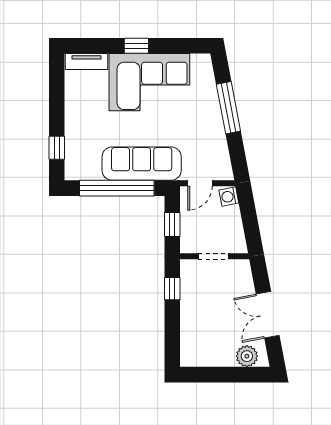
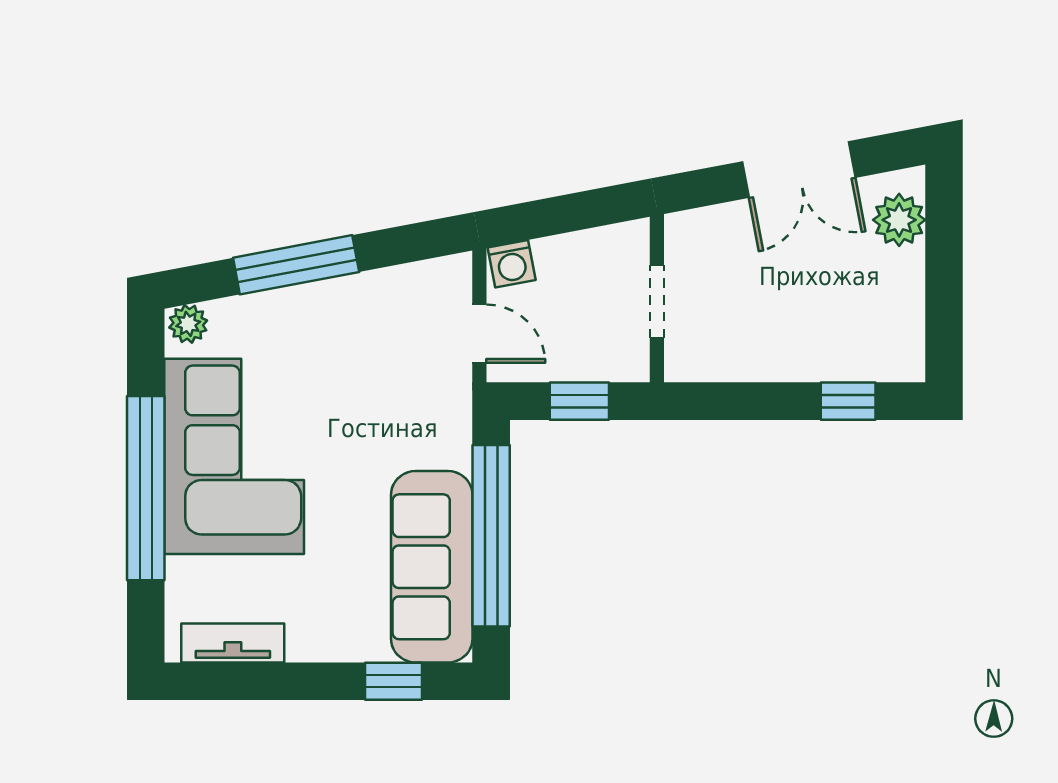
window: (136, 46) -> (146, 488), width x3.17
tv unit: (86, 62) -> (233, 643), moved, turned -90
plant: (204, 63) -> (188, 324), added
sofa: (142, 164) -> (432, 567), moved
window: (172, 289) -> (848, 401), moved

